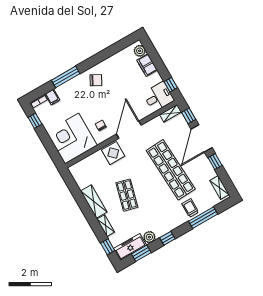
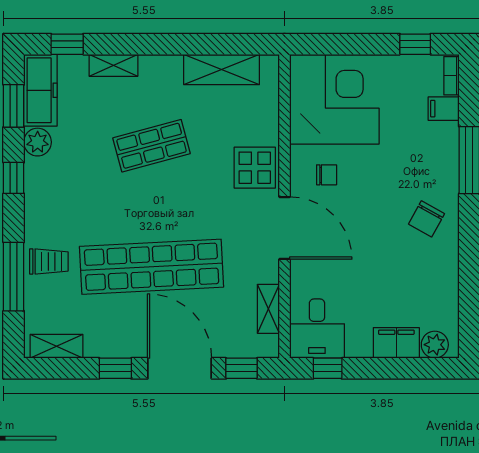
shelving: (170, 113) -> (268, 309), moved
shop shelf: (127, 195) -> (152, 146), turned -30
shelving: (94, 202) -> (222, 69), moved

